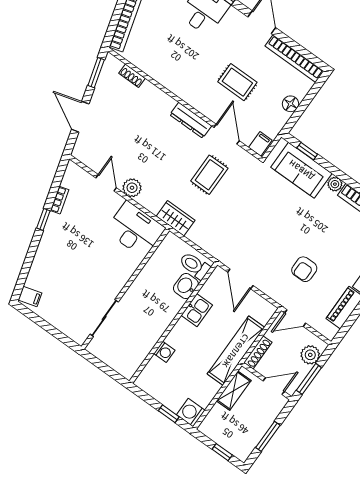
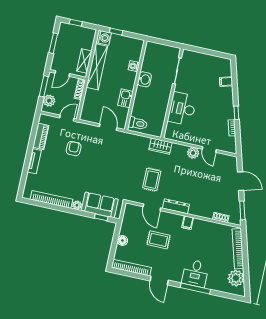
filing cabinet: (260, 144) -> (188, 223), moved
desk: (135, 229) -> (182, 109), moved, turned 90
washbasin: (186, 286) -> (144, 79), moved
filing cabinet: (30, 297) -> (226, 82), moved
shelving: (236, 351) -> (97, 67), moved

